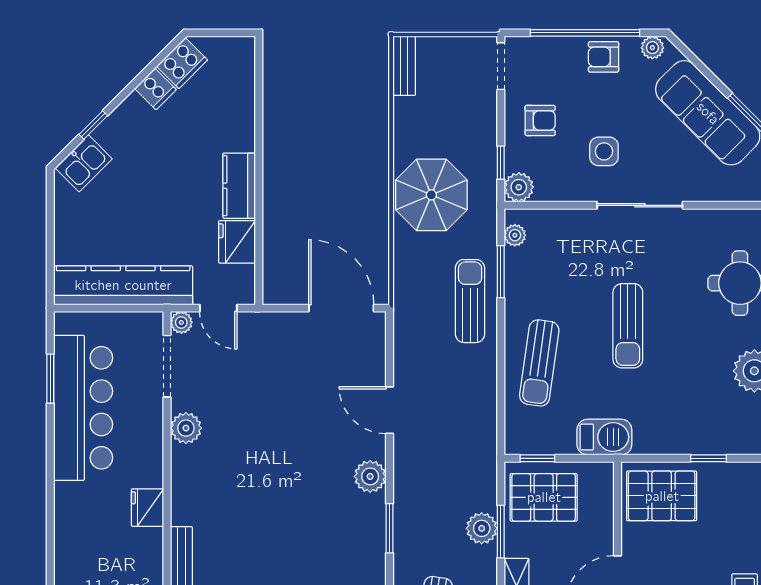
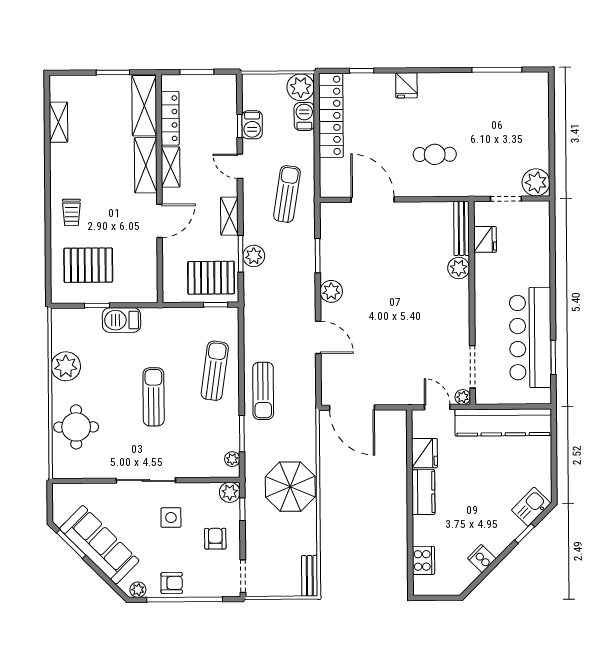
cooker: (182, 63) -> (423, 560), moved, turned 135
armchair: (540, 120) -> (215, 539), turned 90
sun lounger: (470, 301) -> (263, 391), moved
plant: (186, 428) -> (459, 268), moved
barbecue: (604, 437) -> (121, 320), moved
pallet: (662, 496) -> (88, 265), moved
fridge: (148, 508) -> (485, 239), moved

